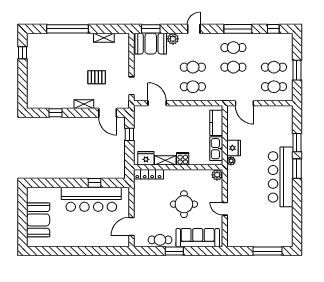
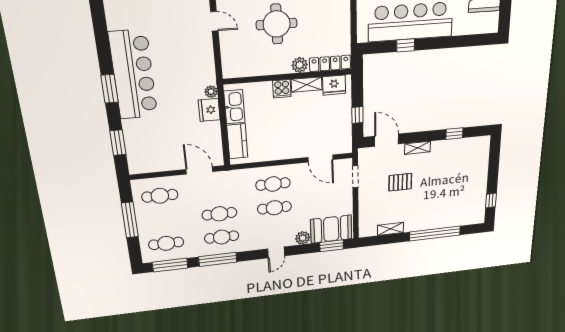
window: (273, 29) -> (170, 265), width x2.17
cafe table: (274, 67) -> (166, 243), moved
window: (297, 70) -> (130, 220), width x1.44
window: (297, 143) -> (118, 143), moved
plant: (217, 175) -> (300, 65), moved

